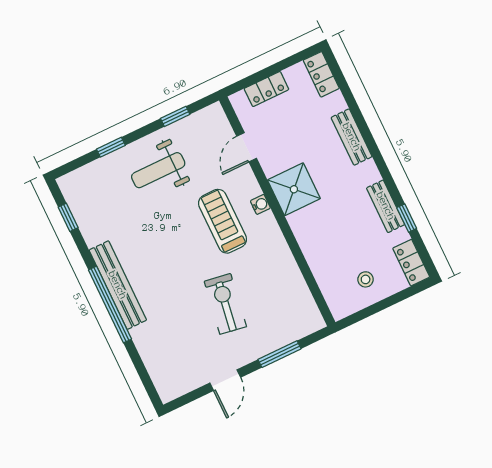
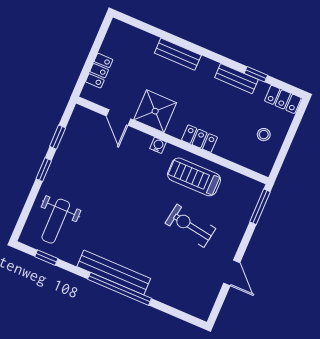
locker: (321, 74) -> (200, 139), moved, turned 180
window: (111, 147) -> (44, 170), moved
weight bench: (158, 170) -> (56, 221), moved
shower: (294, 189) -> (155, 111), moved
treadmill: (223, 221) -> (194, 177), moved
window: (279, 354) -> (260, 207), moved

